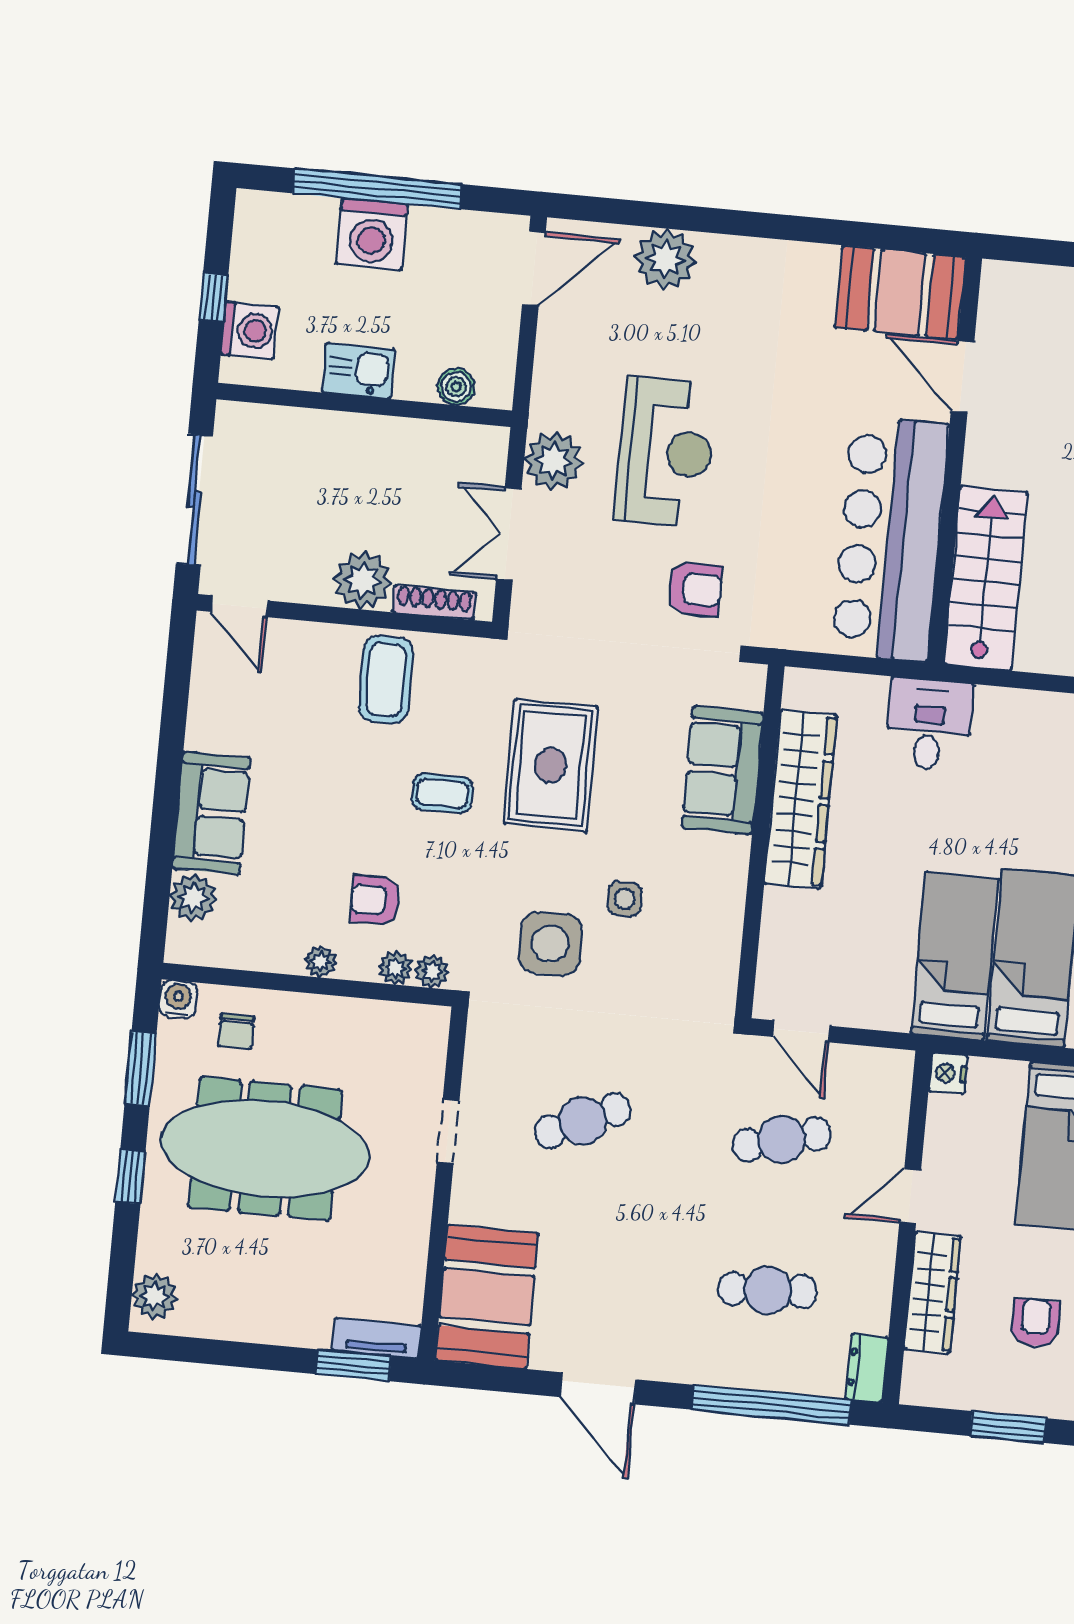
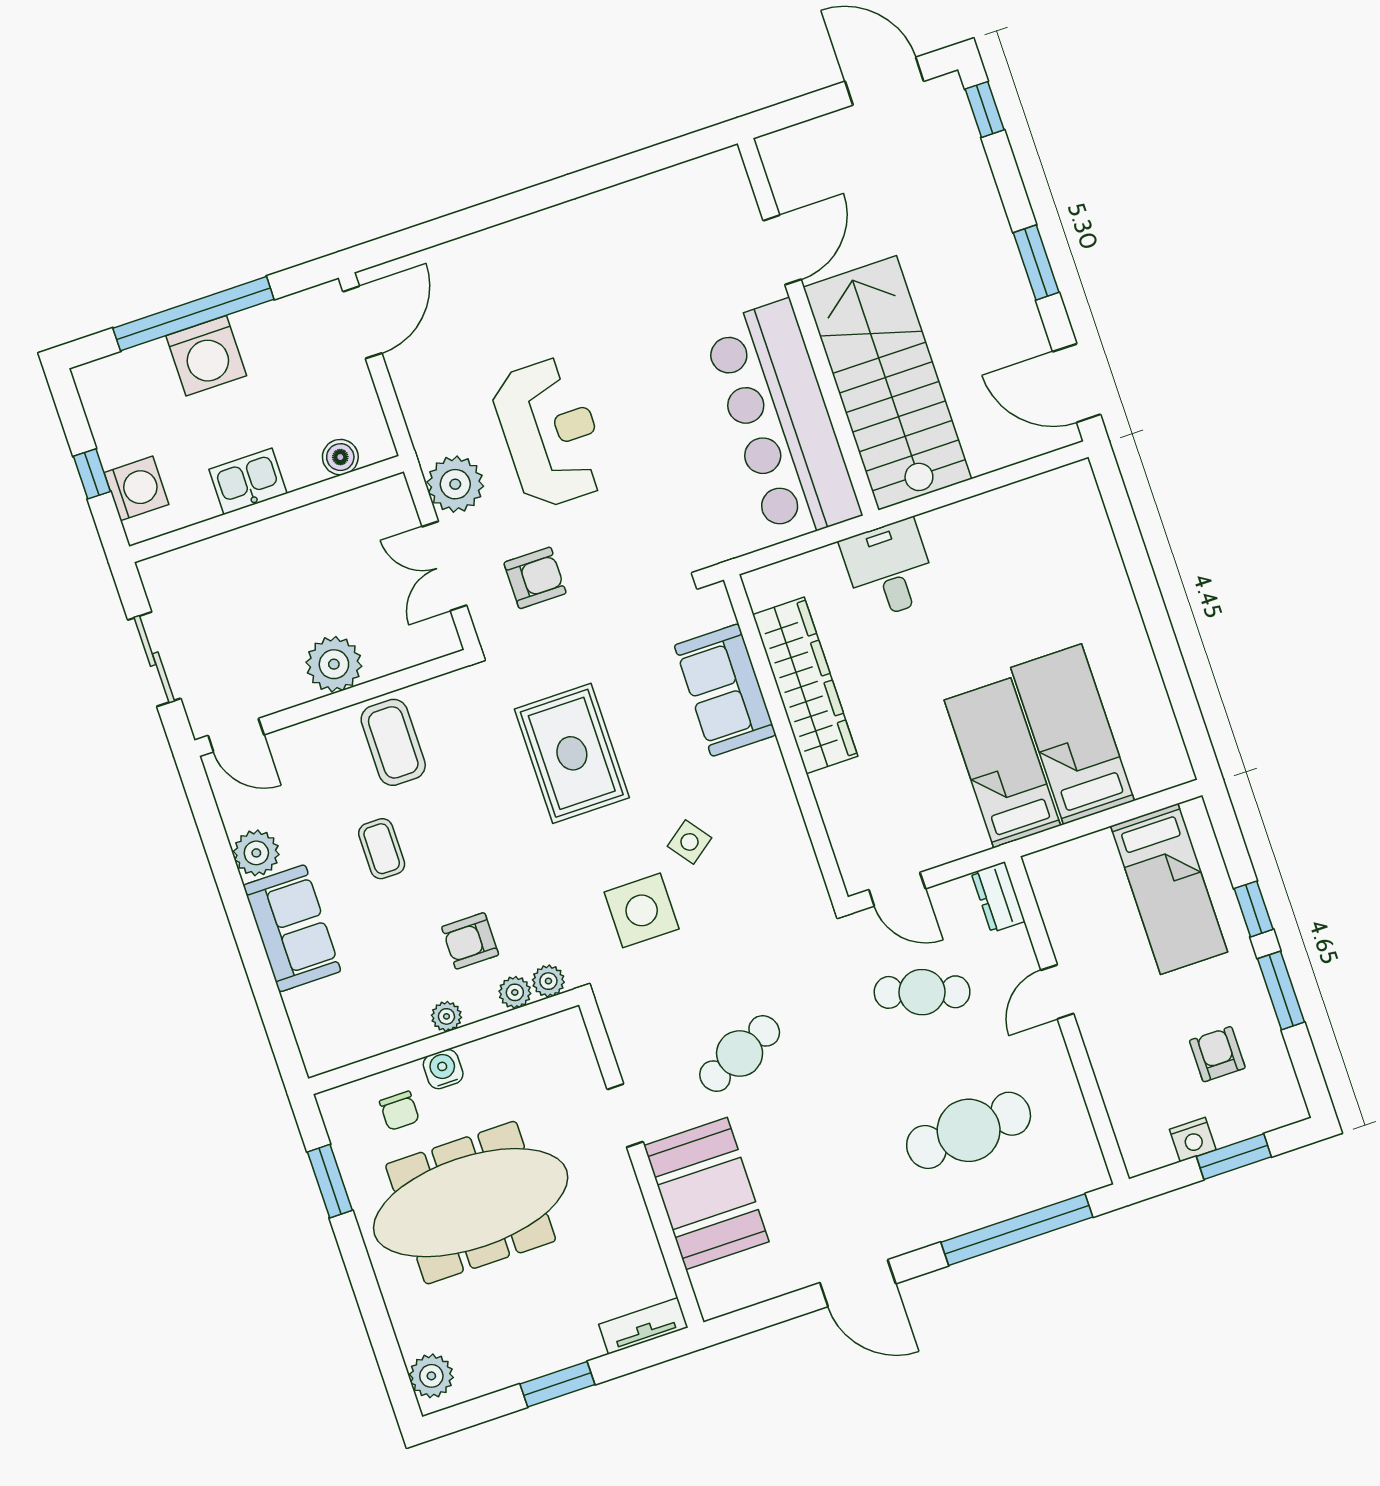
plant: (665, 259) -> (475, 263), removed
booth: (900, 292) -> (694, 200), removed
door: (962, 377) -> (782, 250), swing flipped
sliding door: (194, 500) -> (154, 659), width x0.73
stairs: (986, 578) -> (887, 383), width x1.36, depth x1.51
armchair: (695, 589) -> (535, 578), moved
shoe rack: (434, 602) -> (405, 656), removed
coffee table: (442, 793) -> (382, 849), moved, turned 90
plant: (193, 898) -> (256, 853), moved
side table: (625, 899) -> (689, 842), turned -37
water cooler: (178, 999) -> (443, 1069), moved
nightstand: (948, 1073) -> (1193, 1139), moved, turned -90
cafe table: (782, 1139) -> (922, 992), turned 33
window: (130, 1177) -> (363, 1280), removed
cafe table: (768, 1290) -> (969, 1130), width x1.37, depth x1.35
wardrobe: (932, 1293) -> (1115, 1068), removed
booth: (487, 1297) -> (706, 1194), moved
window: (353, 1365) -> (557, 1384), moved
dresser: (867, 1368) -> (998, 897), moved

